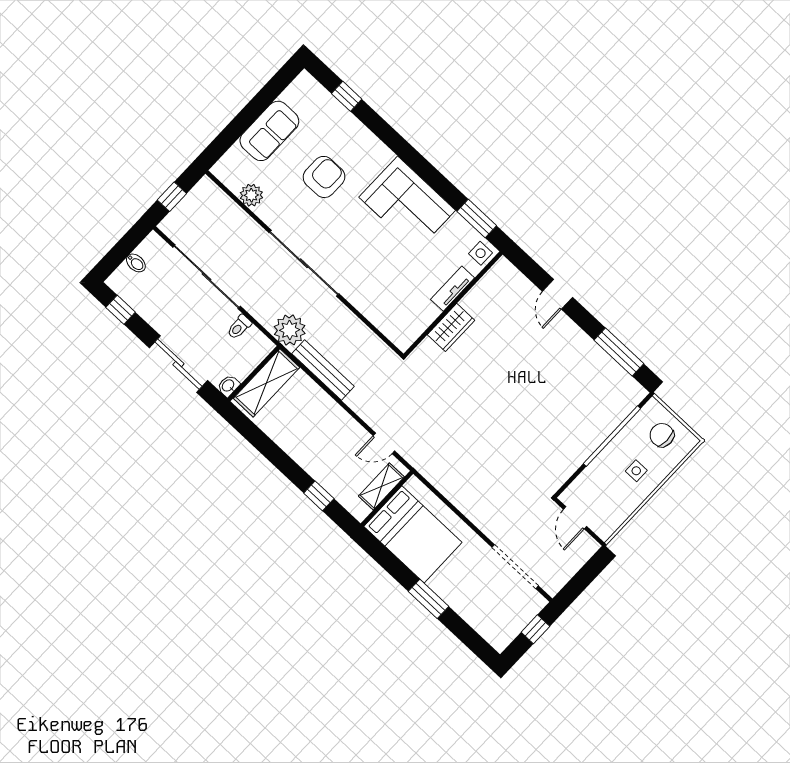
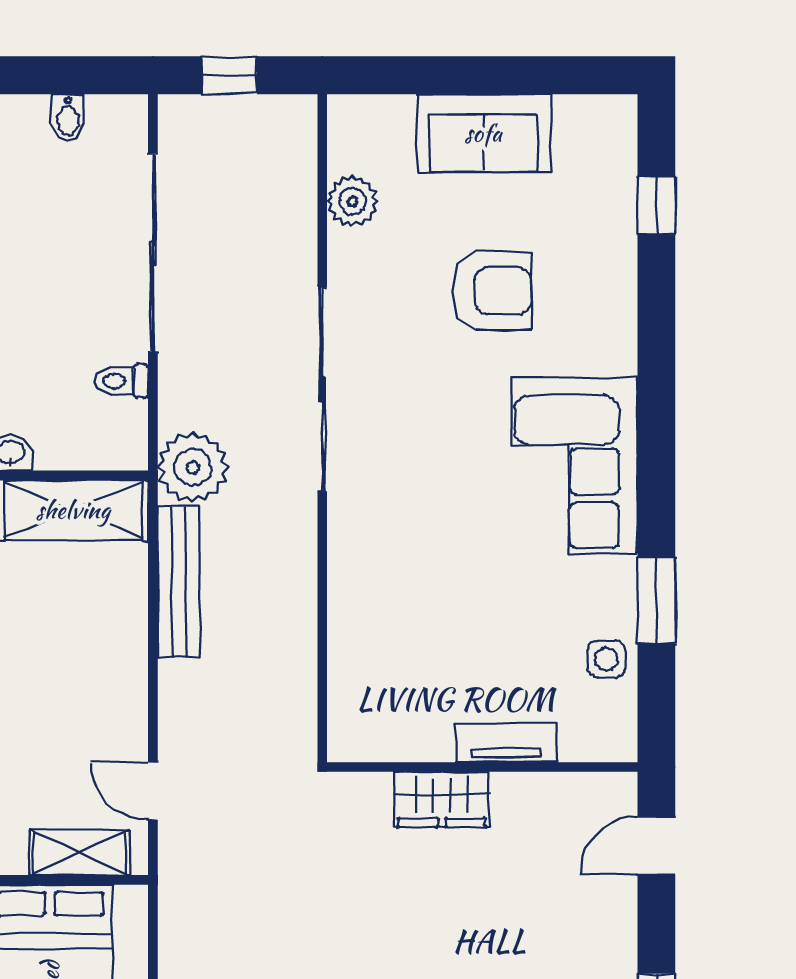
tv unit: (453, 289) -> (507, 743), moved
wall: (453, 304) -> (482, 767), moved
wardrobe: (451, 327) -> (442, 799), moved

